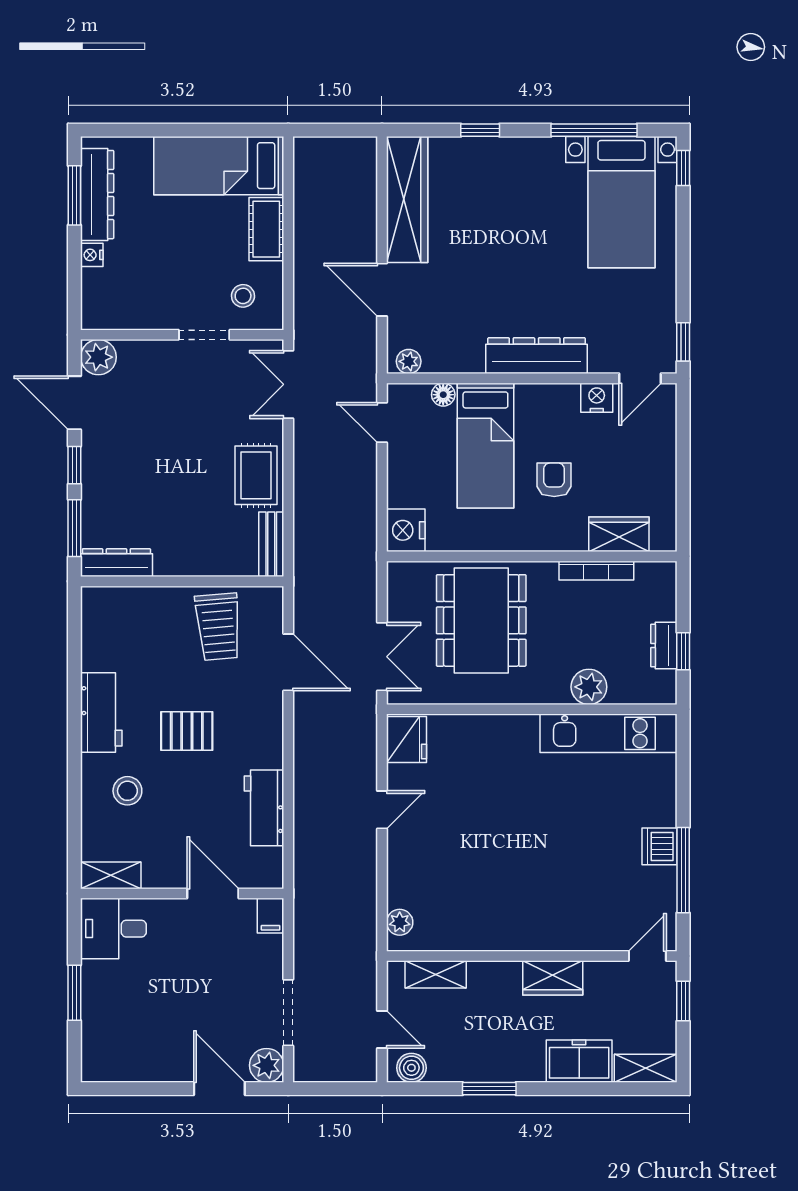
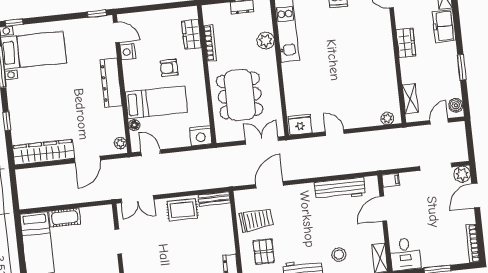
stool: (243, 296) -> (98, 225), removed
door: (382, 423) -> (151, 153), swing flipped
dining table: (481, 620) -> (240, 95), turned 90
pallet: (187, 731) -> (264, 251), moved
workbench: (264, 808) -> (340, 189), width x1.38
bookcase: (120, 1072) -> (473, 243), added

